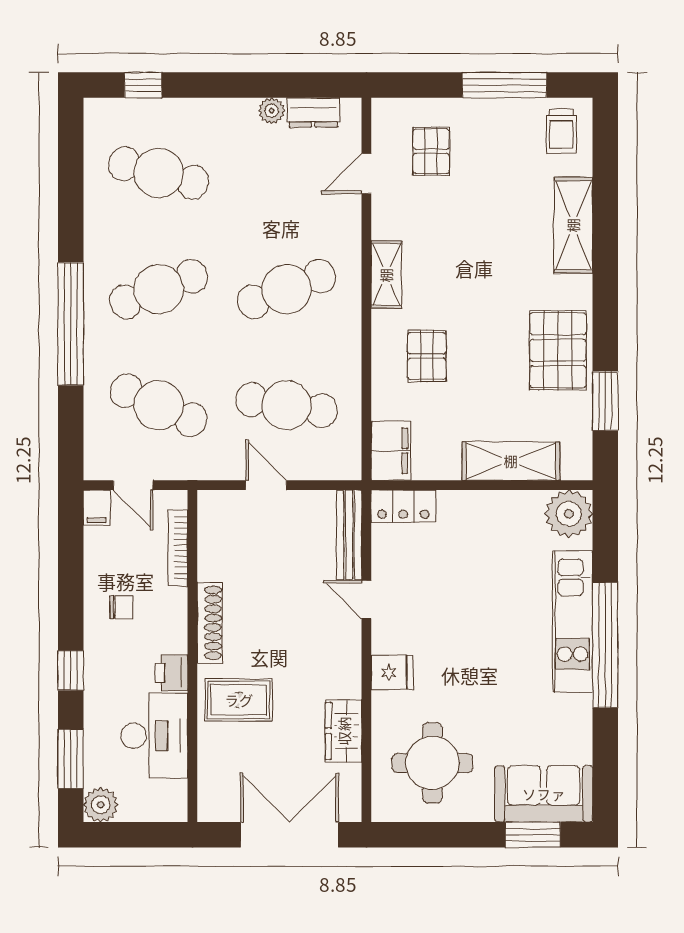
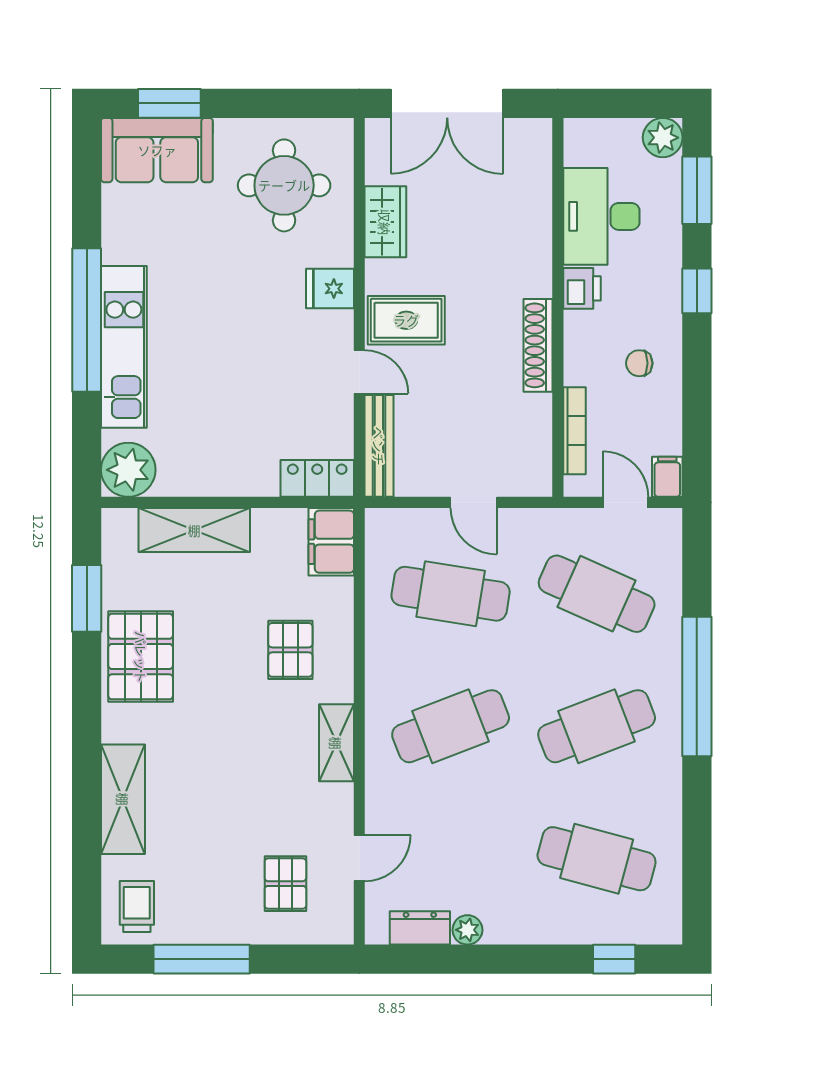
rug: (239, 700) -> (406, 320), moved

